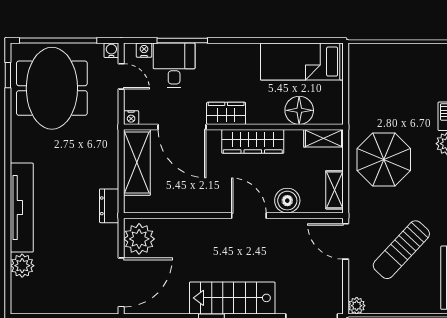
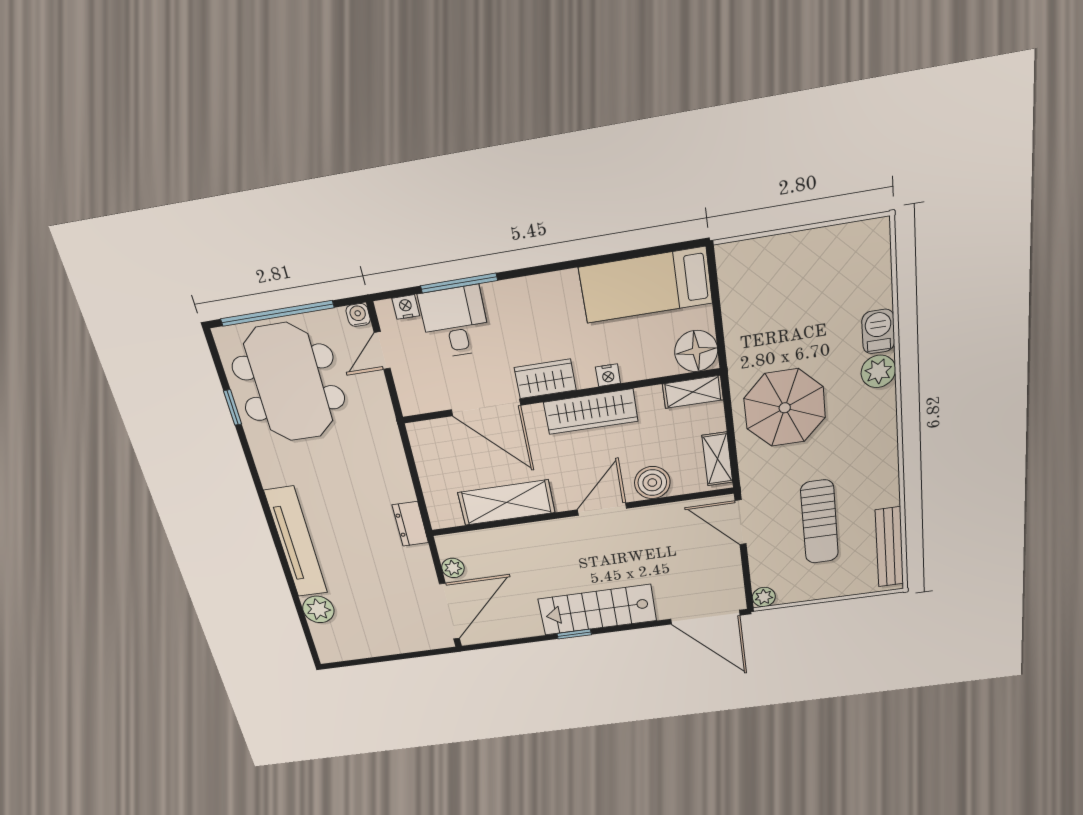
window: (8, 75) -> (233, 407), moved
door: (121, 76) -> (382, 351), swing flipped
floor lamp: (299, 110) -> (696, 351), moved
nightstand: (131, 118) -> (608, 375), moved
shelving: (137, 162) -> (506, 503), moved, turned 90
door: (249, 216) -> (602, 509), hinge flipped
plant: (139, 239) -> (453, 568), width x0.53, depth x0.53
sun lounger: (401, 250) -> (819, 522), turned -43

